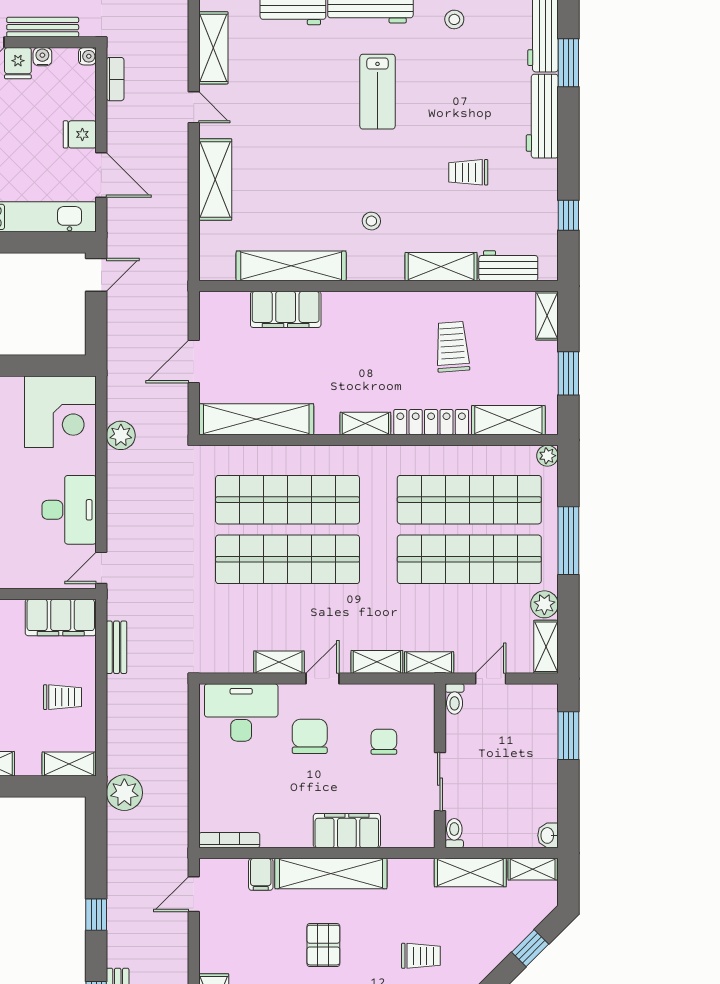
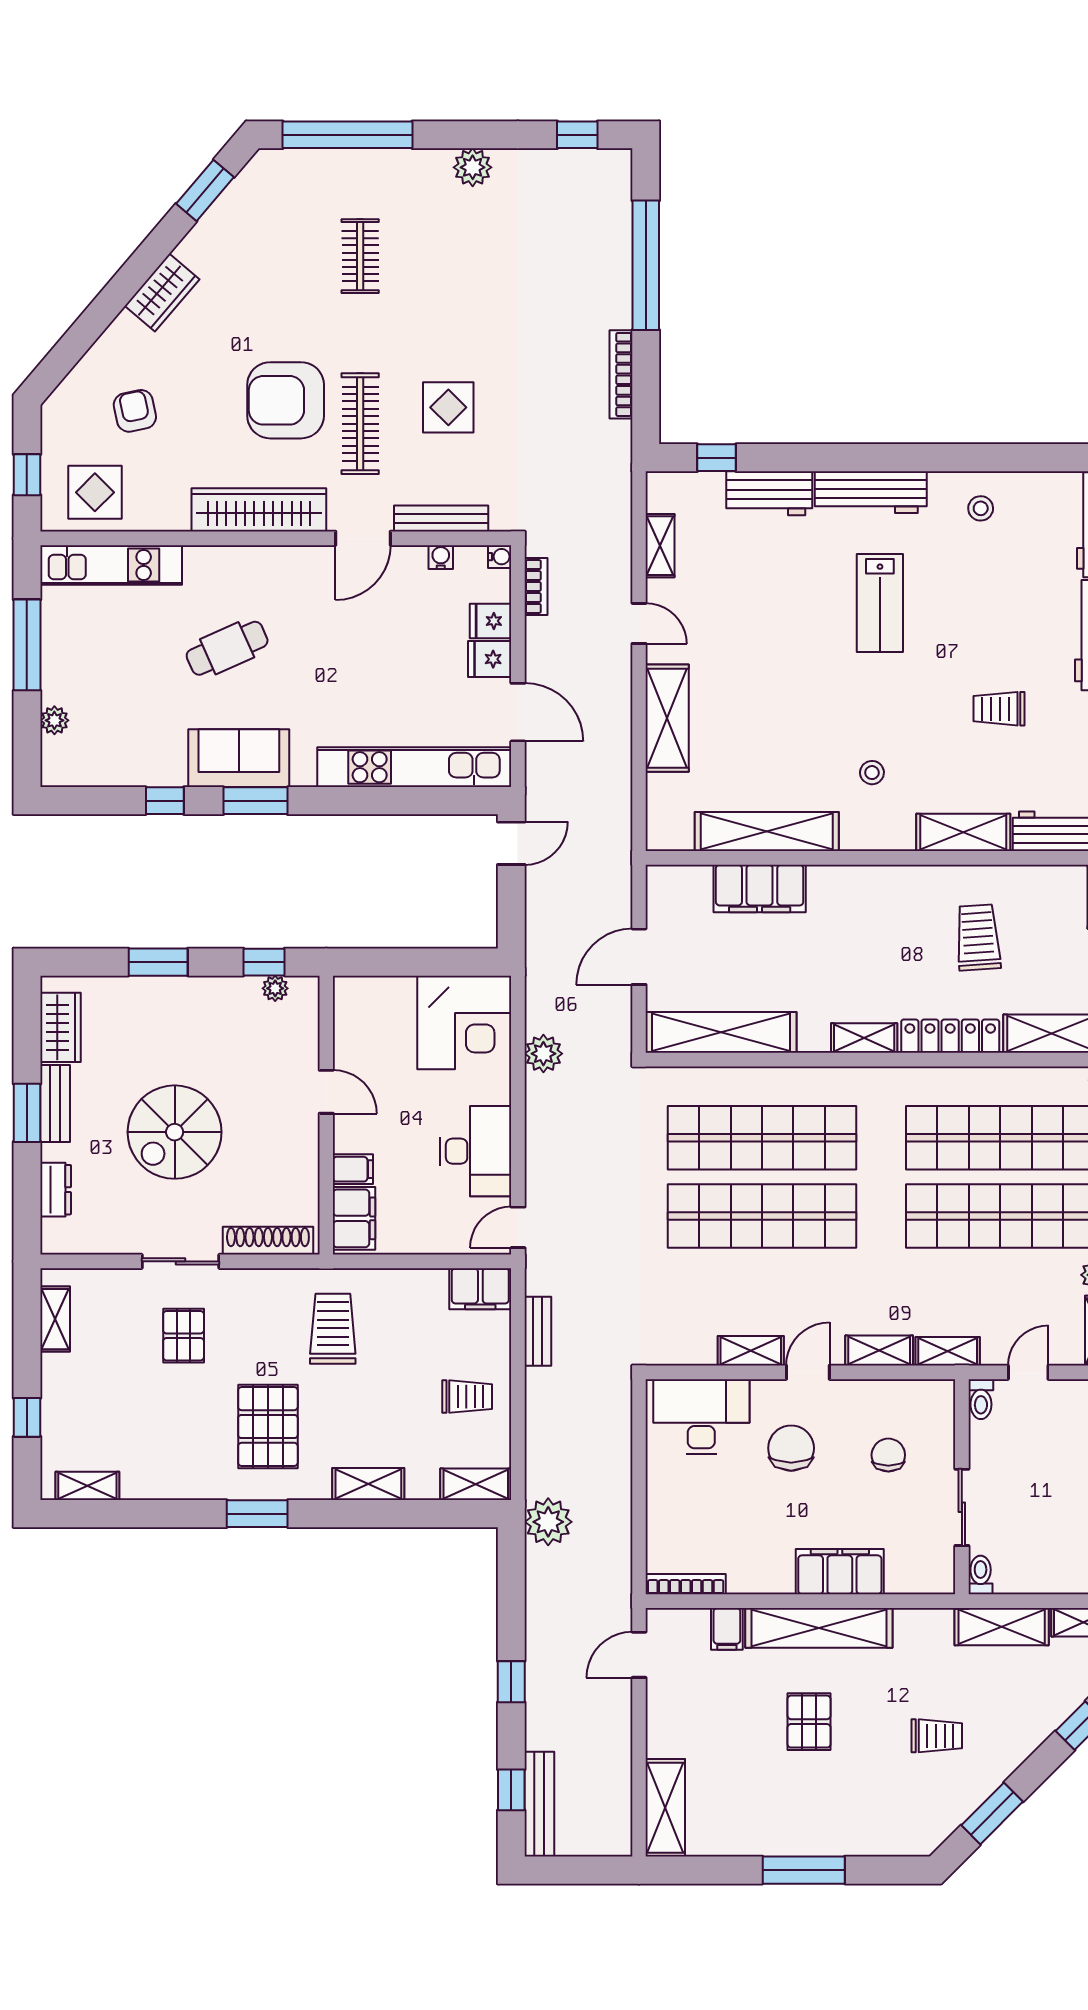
shelving: (213, 48) -> (660, 546), width x0.67, depth x0.75
fridge: (18, 63) -> (491, 621), moved, turned 90
filing cabinet: (61, 617) -> (480, 1289), width x0.67, depth x0.86

